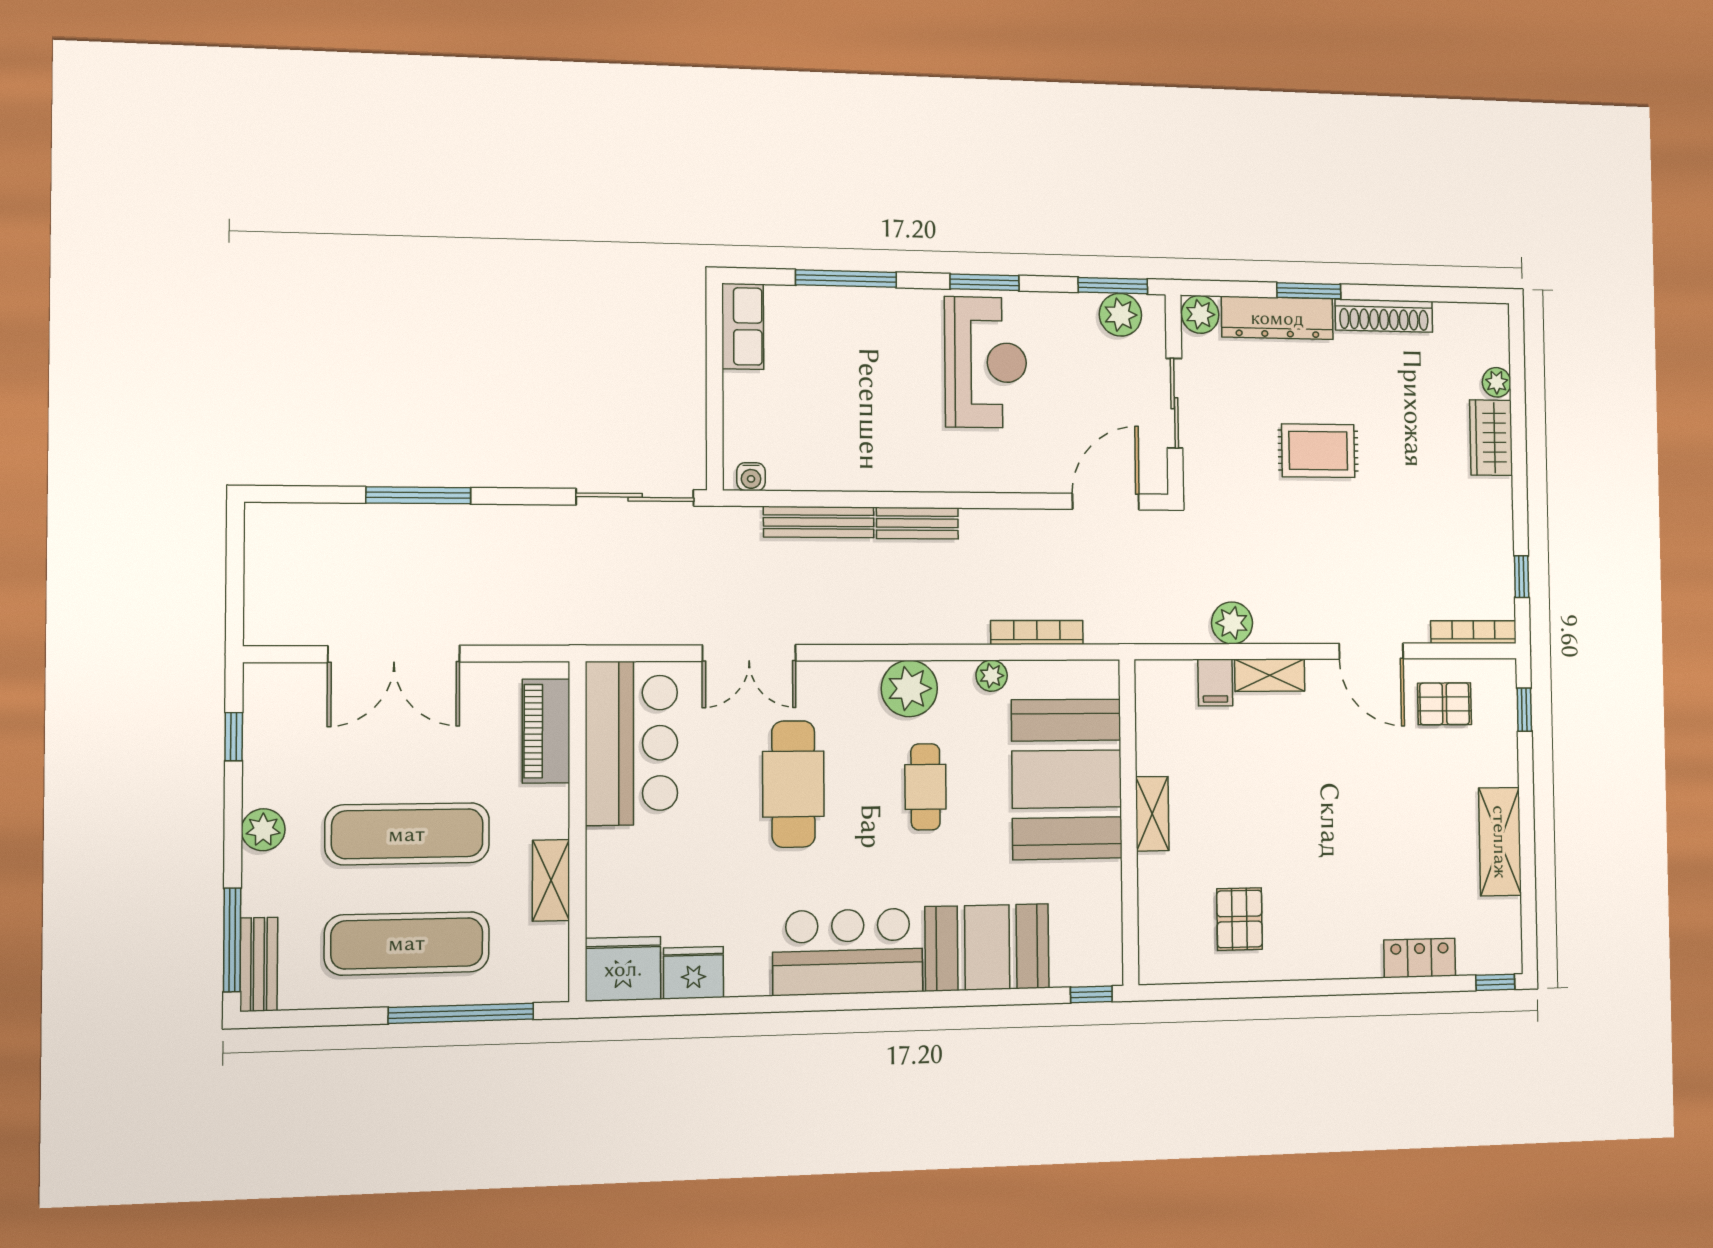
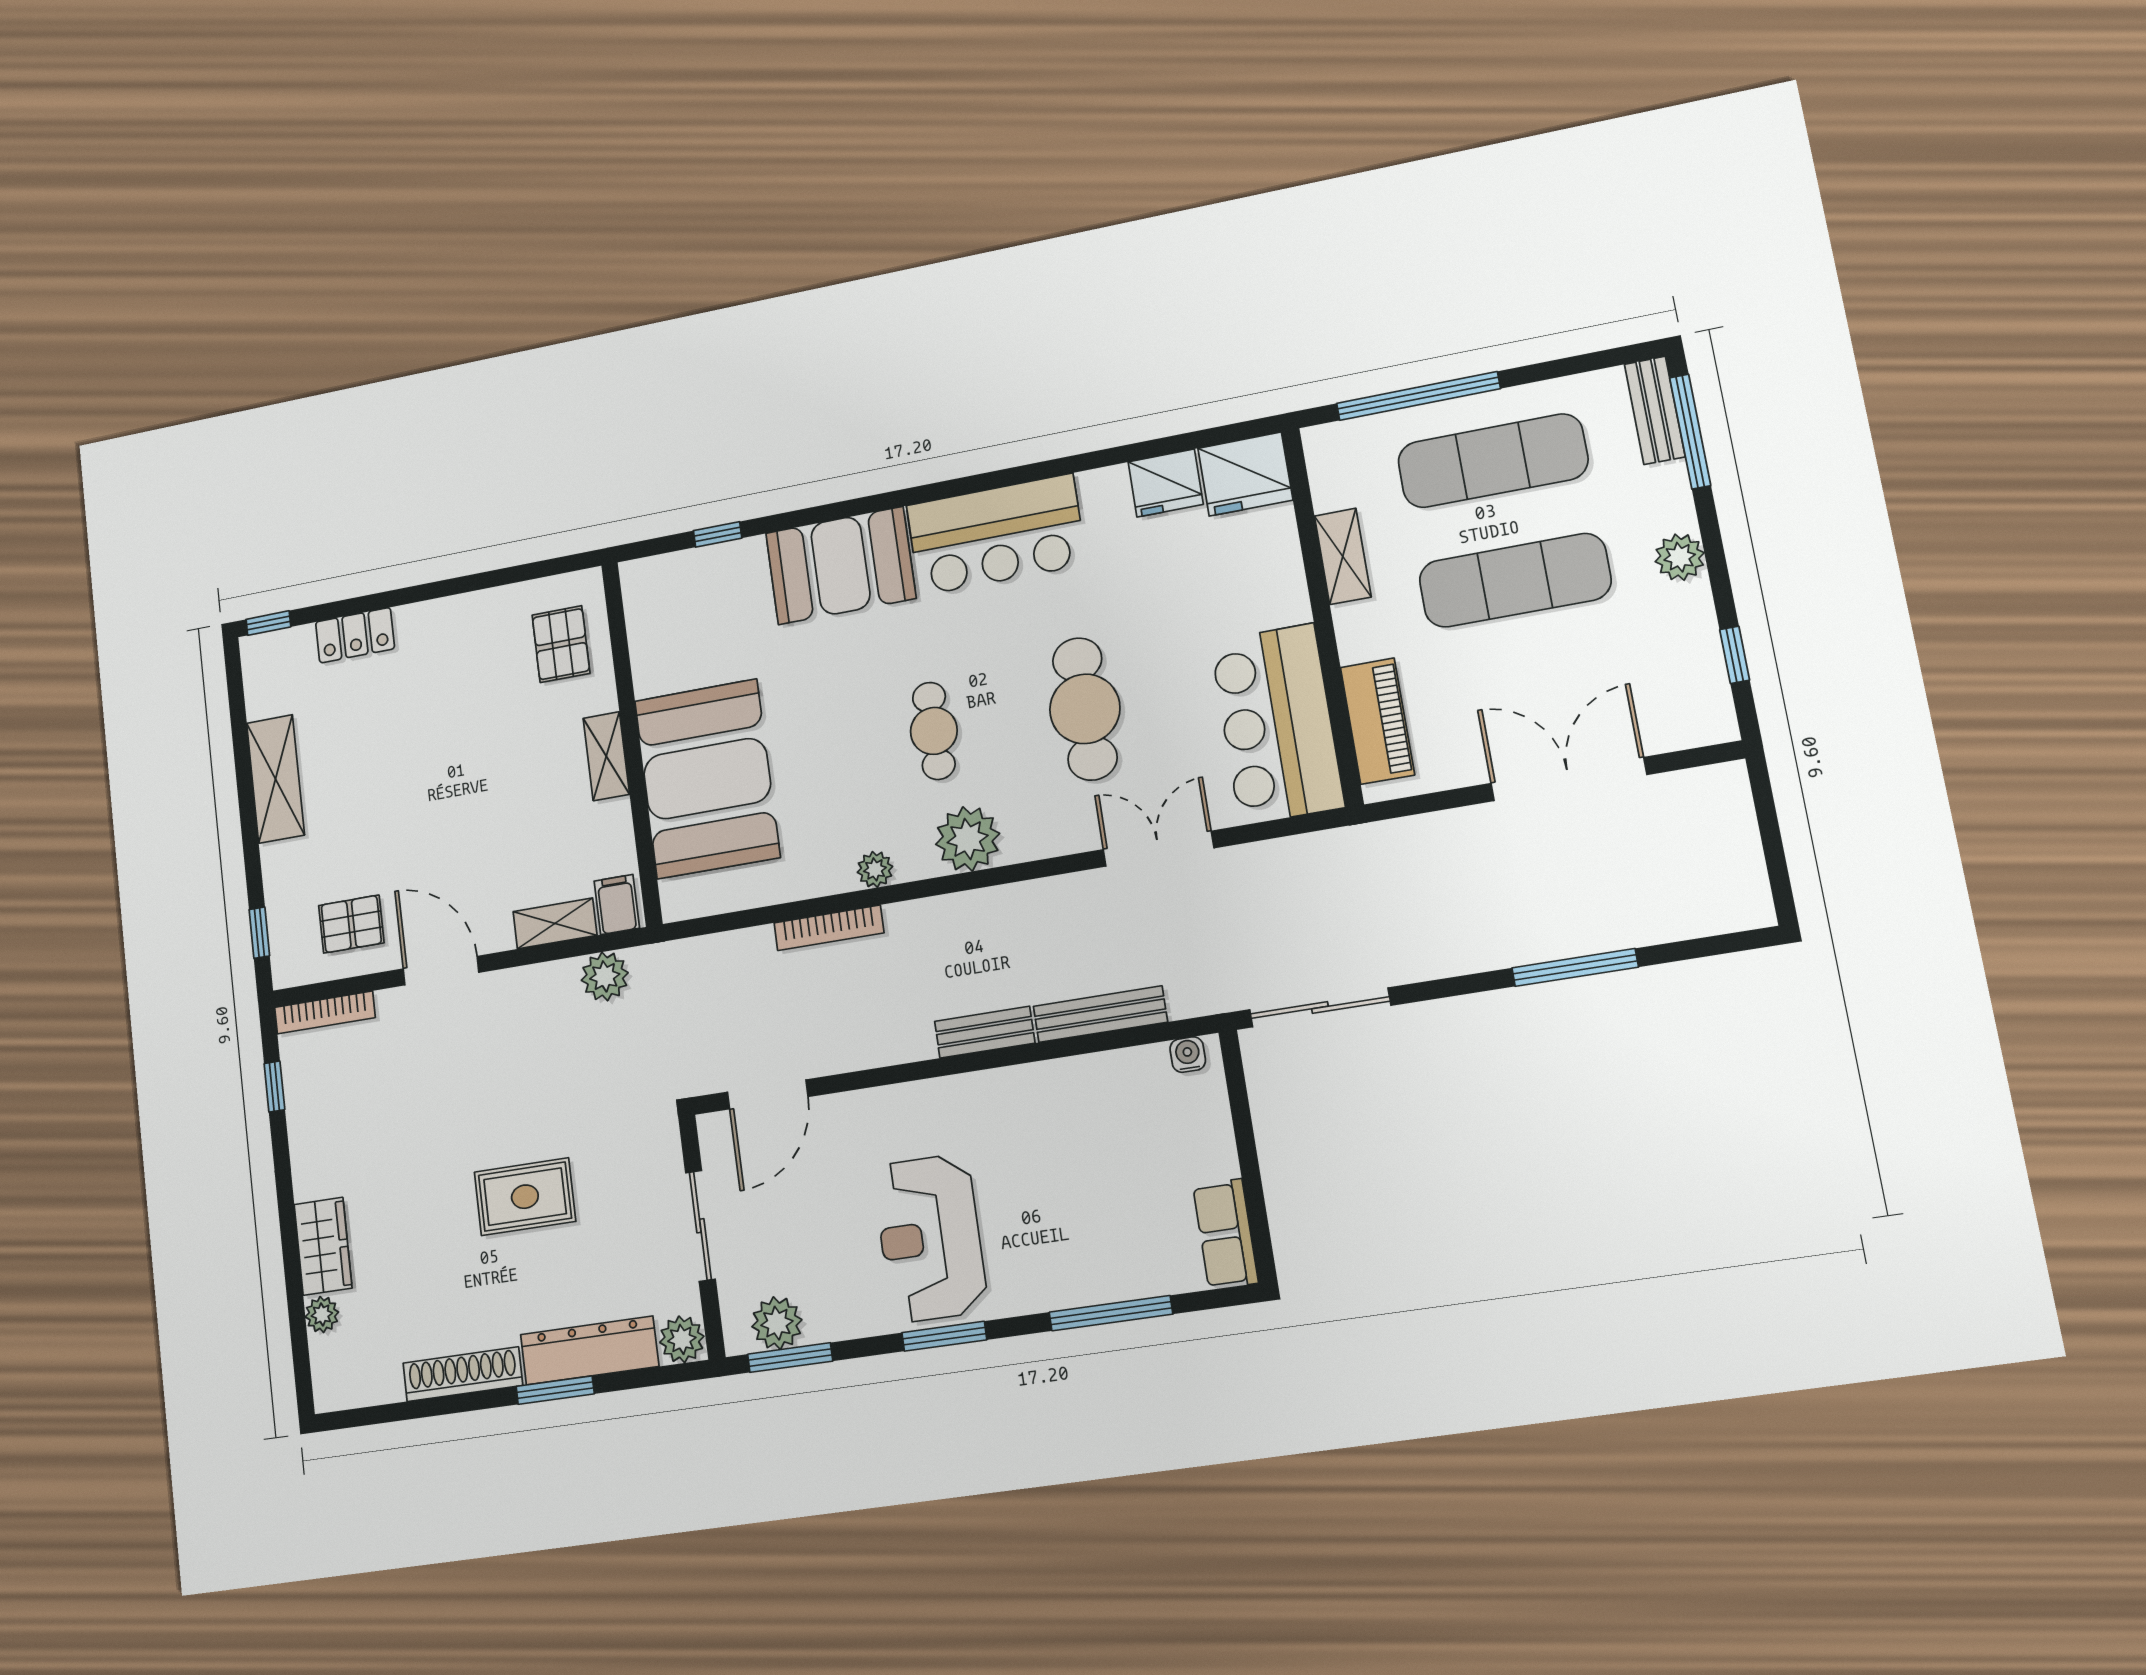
booth: (1067, 779) -> (707, 779), moved
shelving: (1152, 814) -> (606, 756), moved
wall: (1129, 822) -> (632, 743), moved

